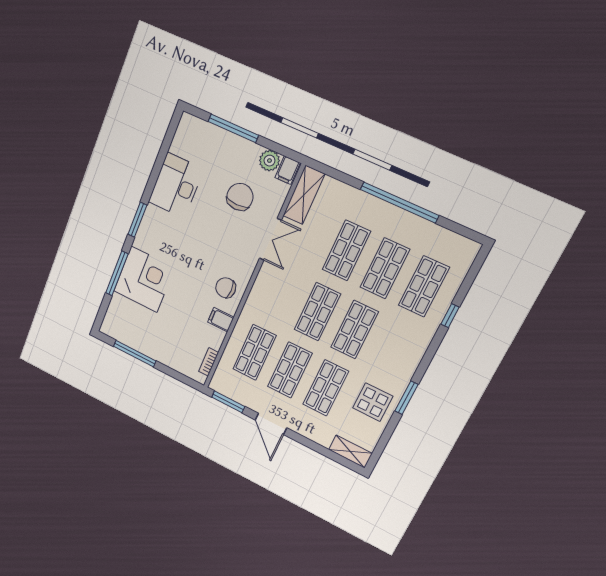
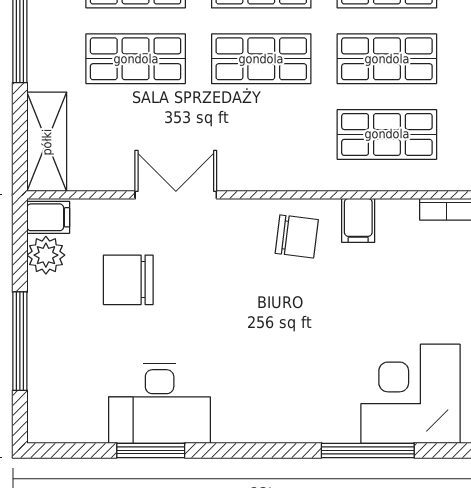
shelving: (304, 195) -> (47, 142), moved, turned 90
window: (137, 220) -> (151, 450), moved
corner desk: (144, 279) -> (411, 394), moved
chair: (226, 288) -> (297, 236), turned -83

